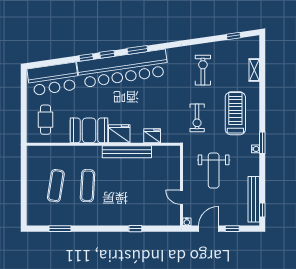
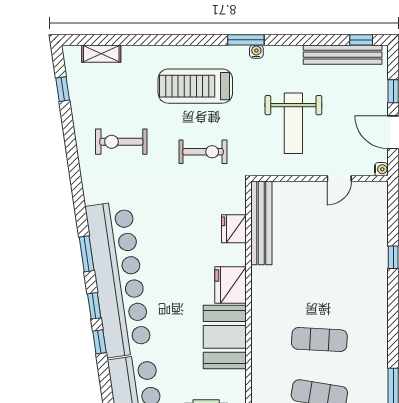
shelving: (254, 70) -> (101, 54), moved
bench: (127, 152) -> (261, 223), moved
weight bench: (214, 170) -> (293, 123), turned 90

